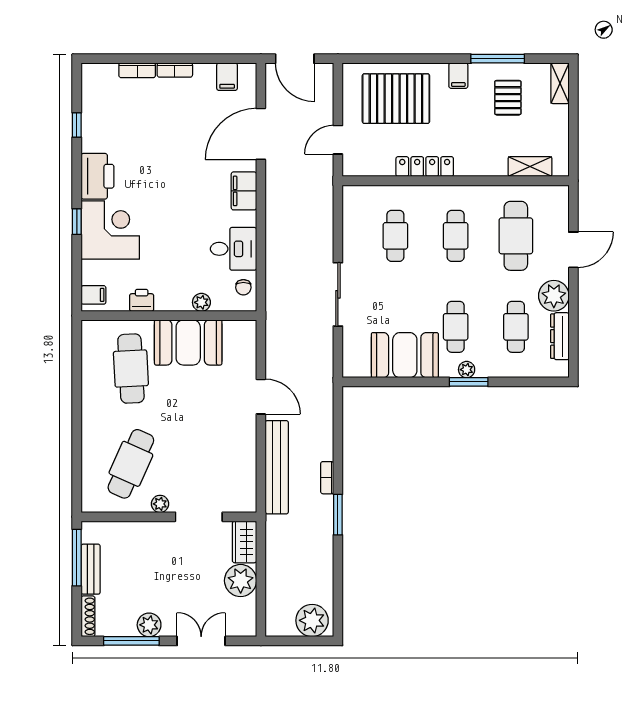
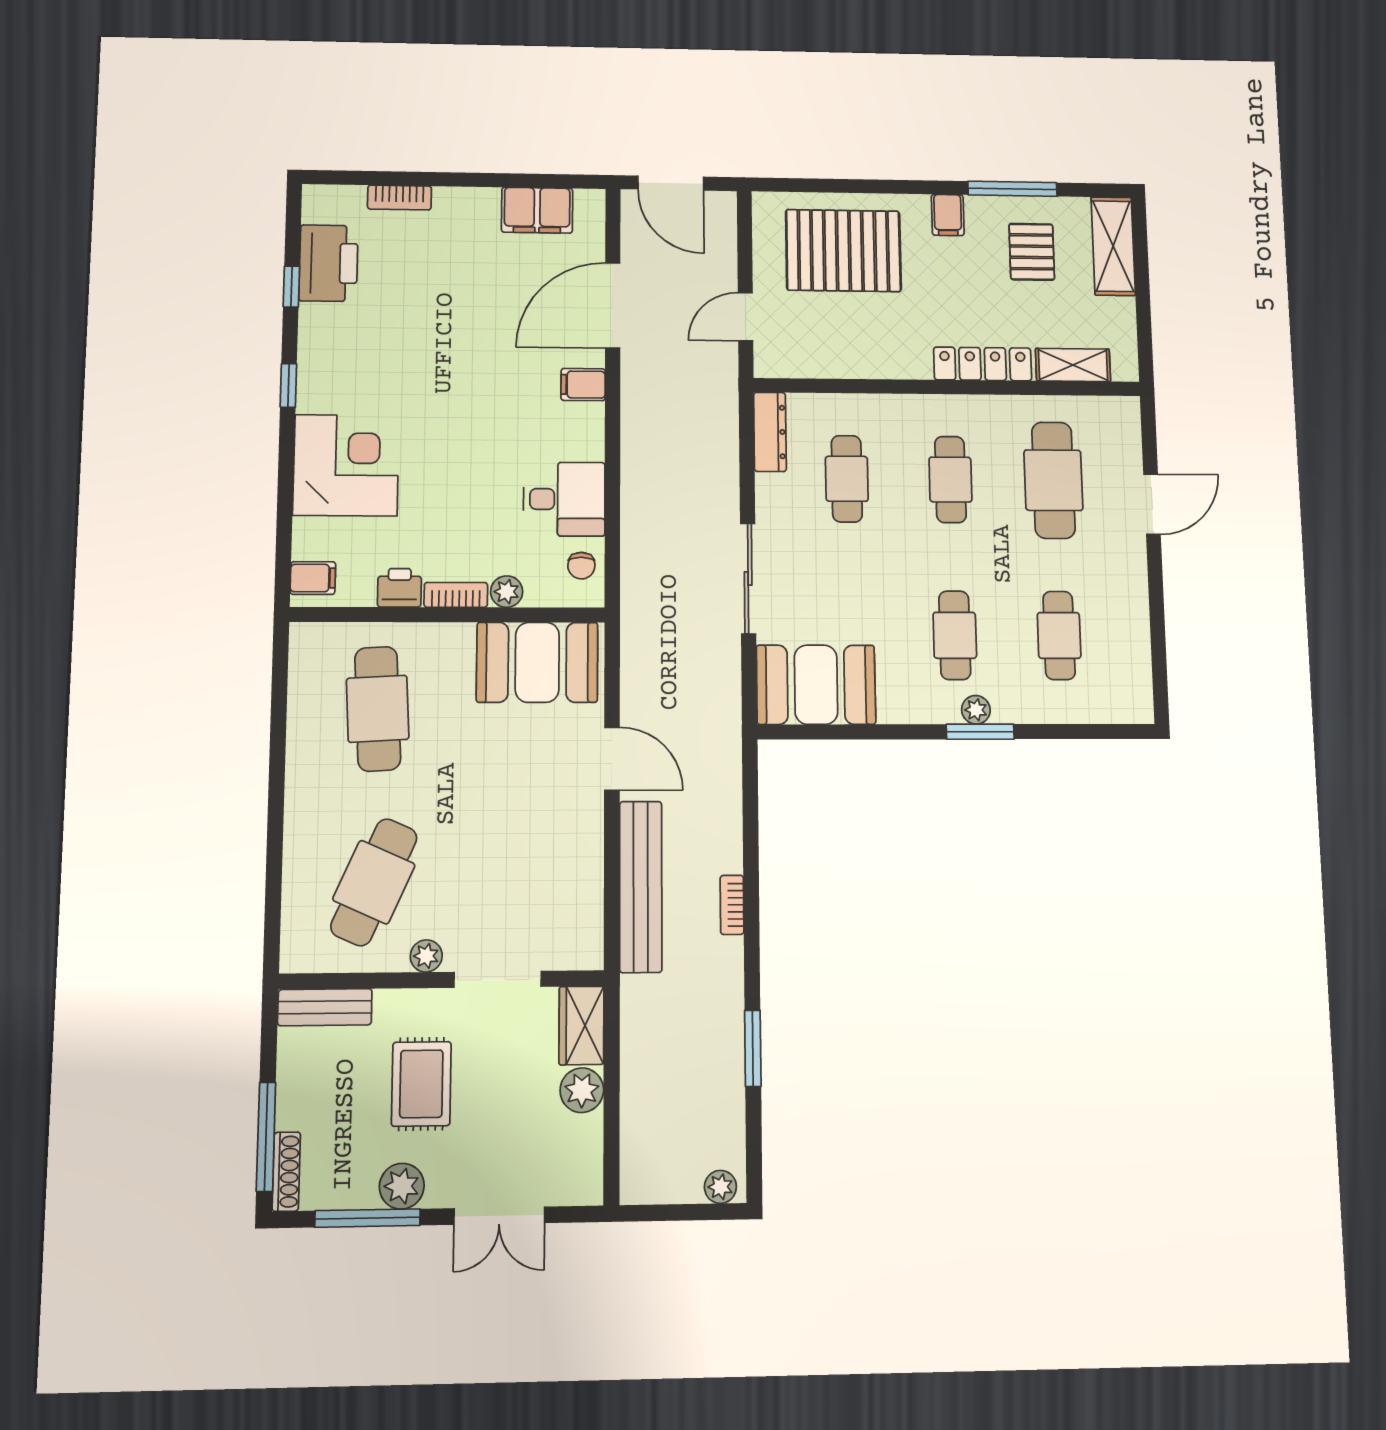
bookcase: (175, 70) -> (456, 595), moved, turned 180
filing cabinet: (227, 77) -> (537, 210), width x2.00
shelving: (560, 83) -> (1113, 246), width x1.50, depth x1.33
locker: (425, 167) -> (983, 364), moved
printer: (97, 176) -> (328, 263), moved
filing cabinet: (244, 191) -> (583, 385), width x0.50
window: (77, 222) -> (288, 385), moved
plant: (554, 296) -> (1122, 582), removed
dresser: (560, 336) -> (770, 432), moved, turned 180
booth: (188, 342) -> (537, 662), moved
booth: (405, 355) -> (816, 685), moved
window: (338, 515) -> (753, 1048), moved
window: (77, 558) -> (266, 1137), moved
bench: (91, 569) -> (325, 1007), moved, turned 90
rug: (159, 572) -> (421, 1084), added
plant: (241, 581) -> (582, 1090), width x0.73, depth x0.73
plant: (312, 620) -> (720, 1187), width x0.53, depth x0.53
double door: (201, 641) -> (499, 1216), swing flipped

